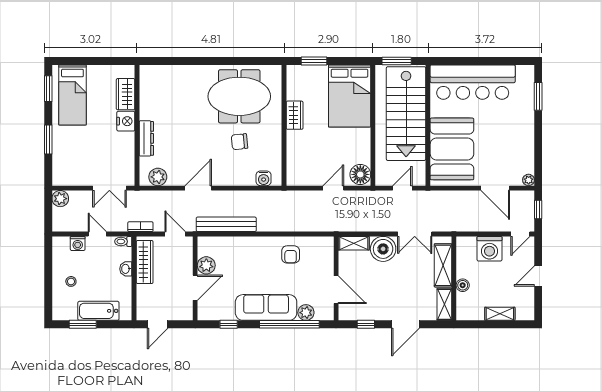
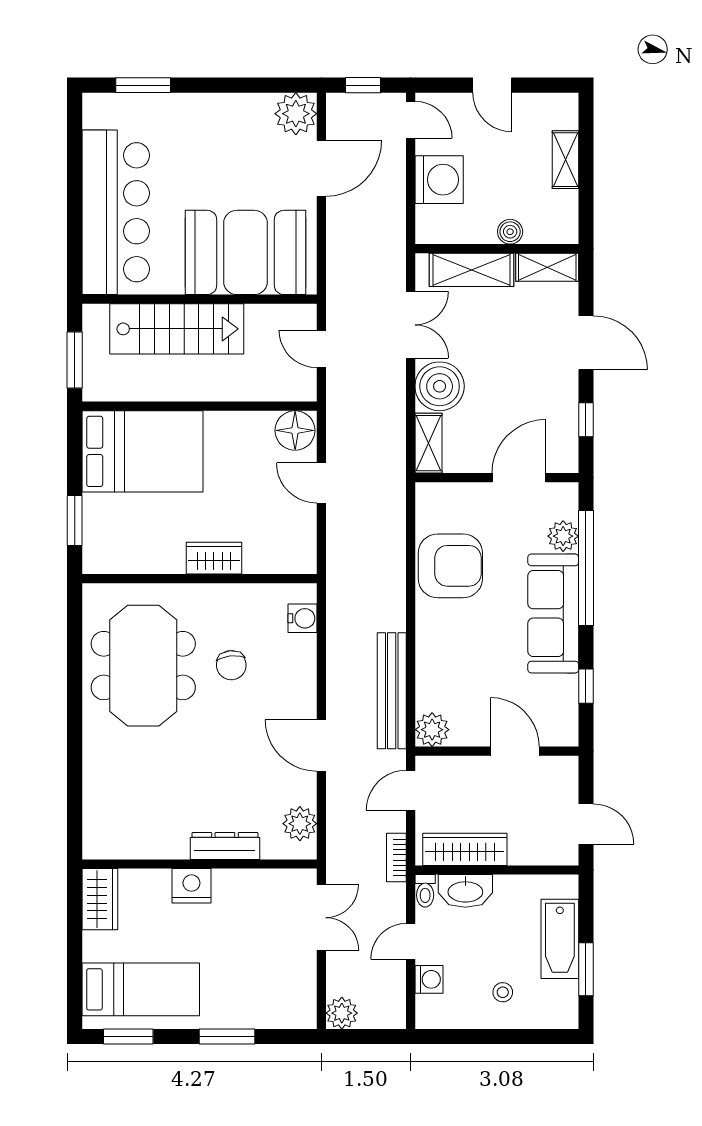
wardrobe: (126, 94) -> (100, 899), moved, turned -90
stairs: (406, 114) -> (177, 329), width x0.73, depth x0.66
wardrobe: (295, 115) -> (214, 558), moved
plant: (529, 180) -> (296, 114), width x1.87, depth x1.87
armchair: (291, 254) -> (450, 566), width x1.88, depth x1.88
plant: (206, 265) -> (432, 730), moved
washbasin: (126, 269) -> (465, 891), width x1.91, depth x1.45

